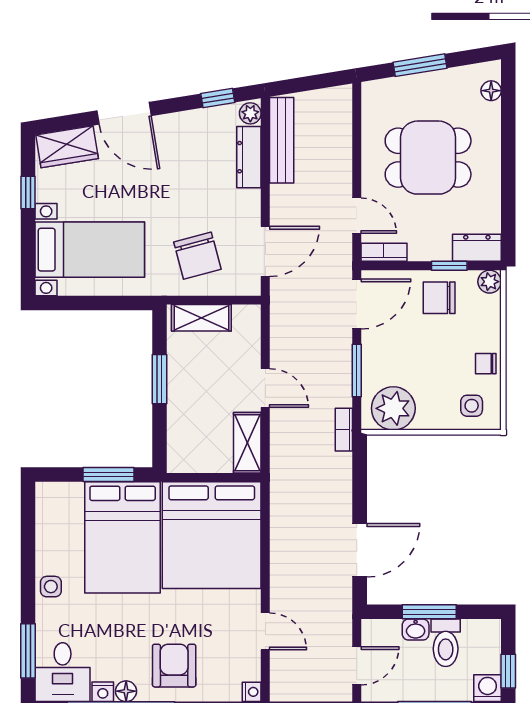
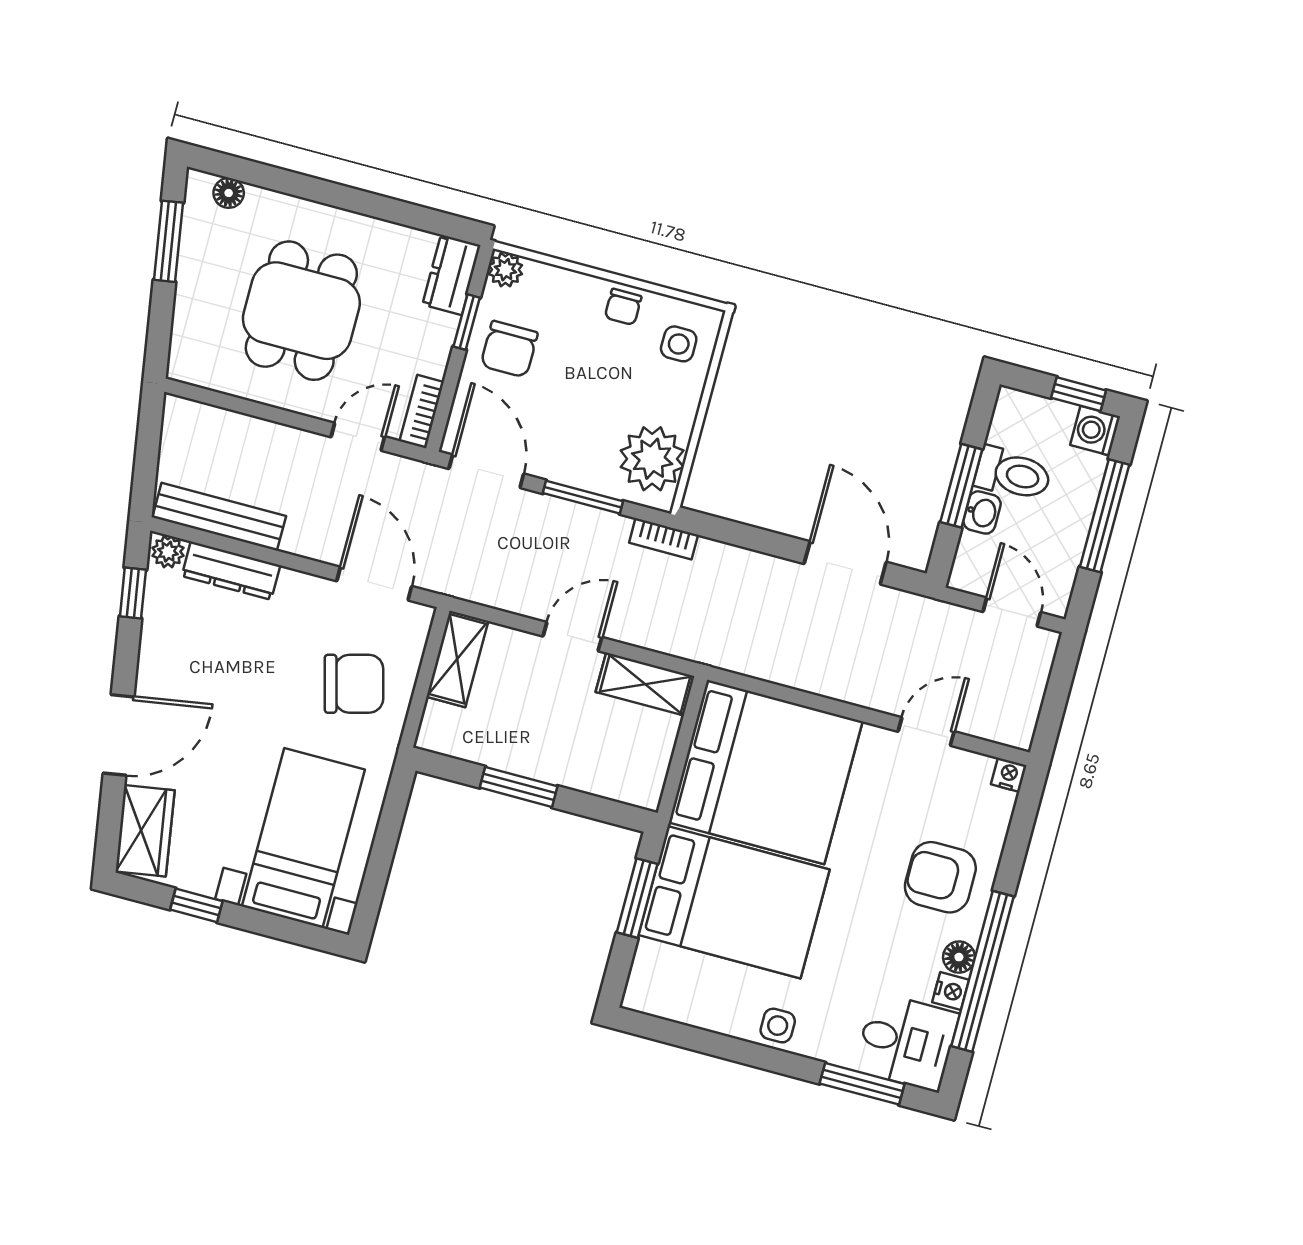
window: (420, 65) -> (169, 241), moved
shelving: (201, 318) -> (457, 659), moved

